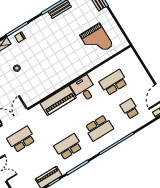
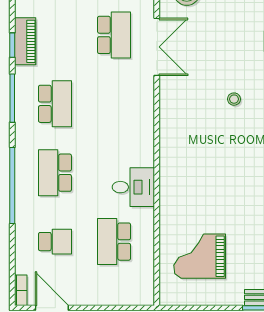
school desk: (113, 82) -> (114, 242), turned 180
piano: (58, 100) -> (140, 134), removed

